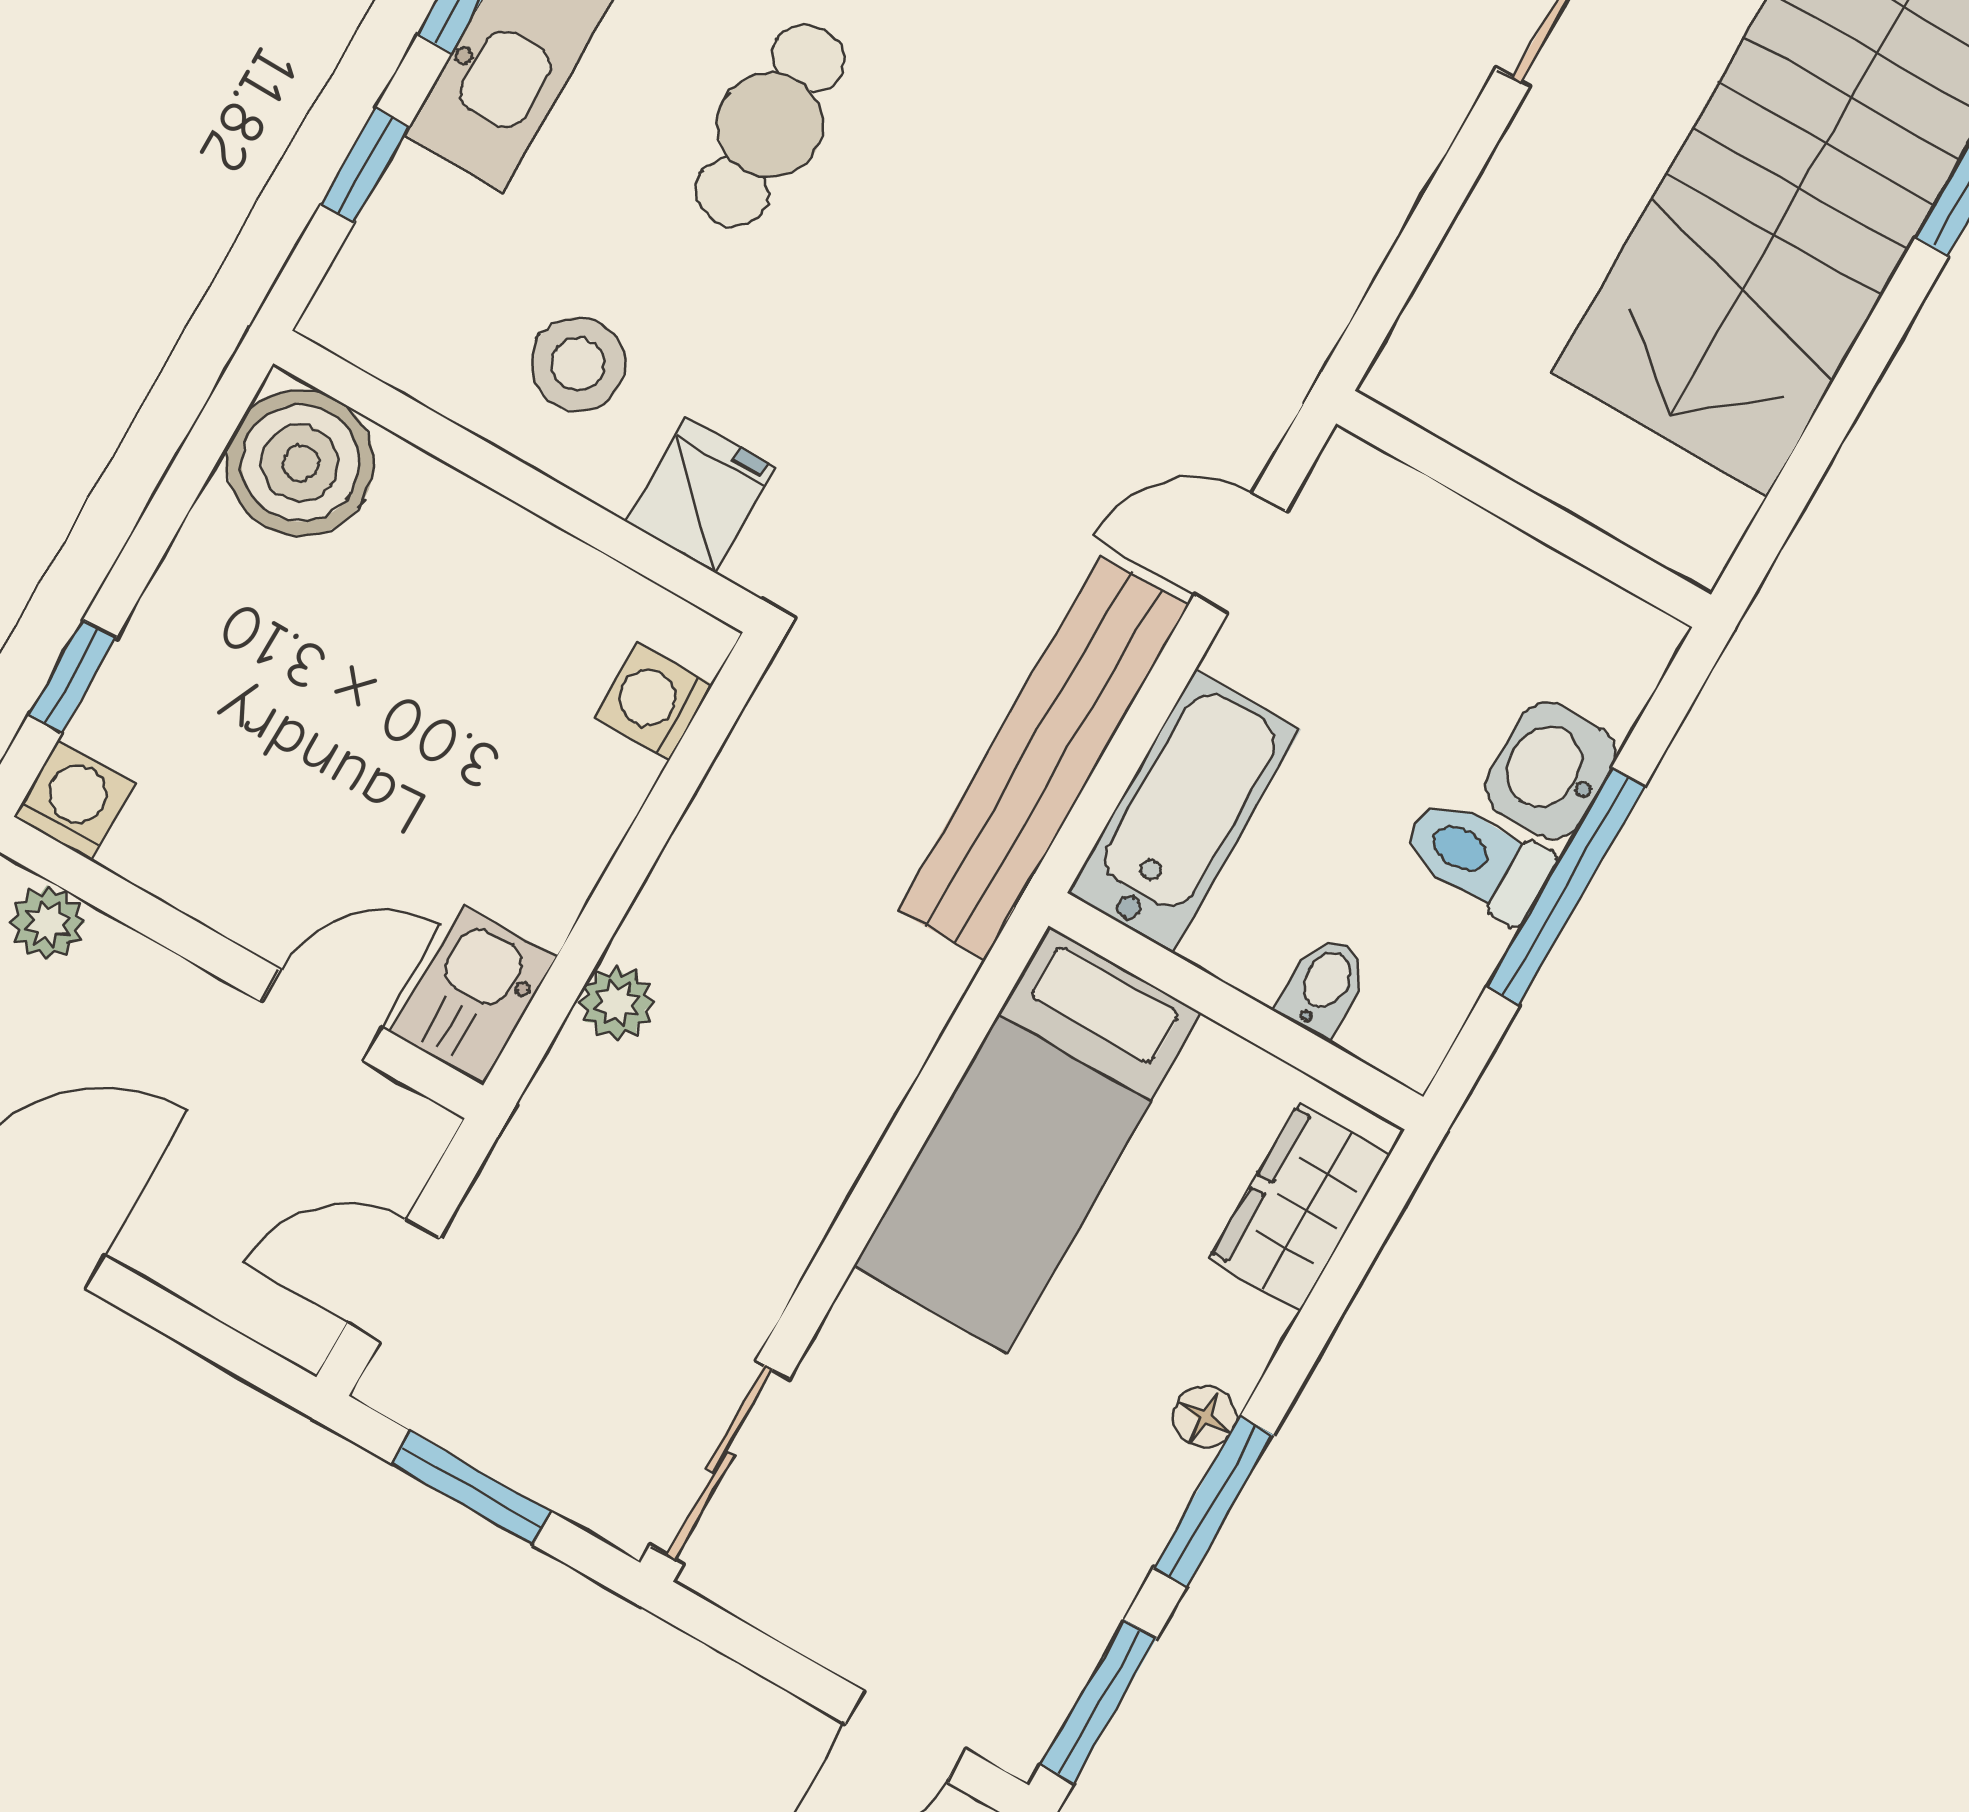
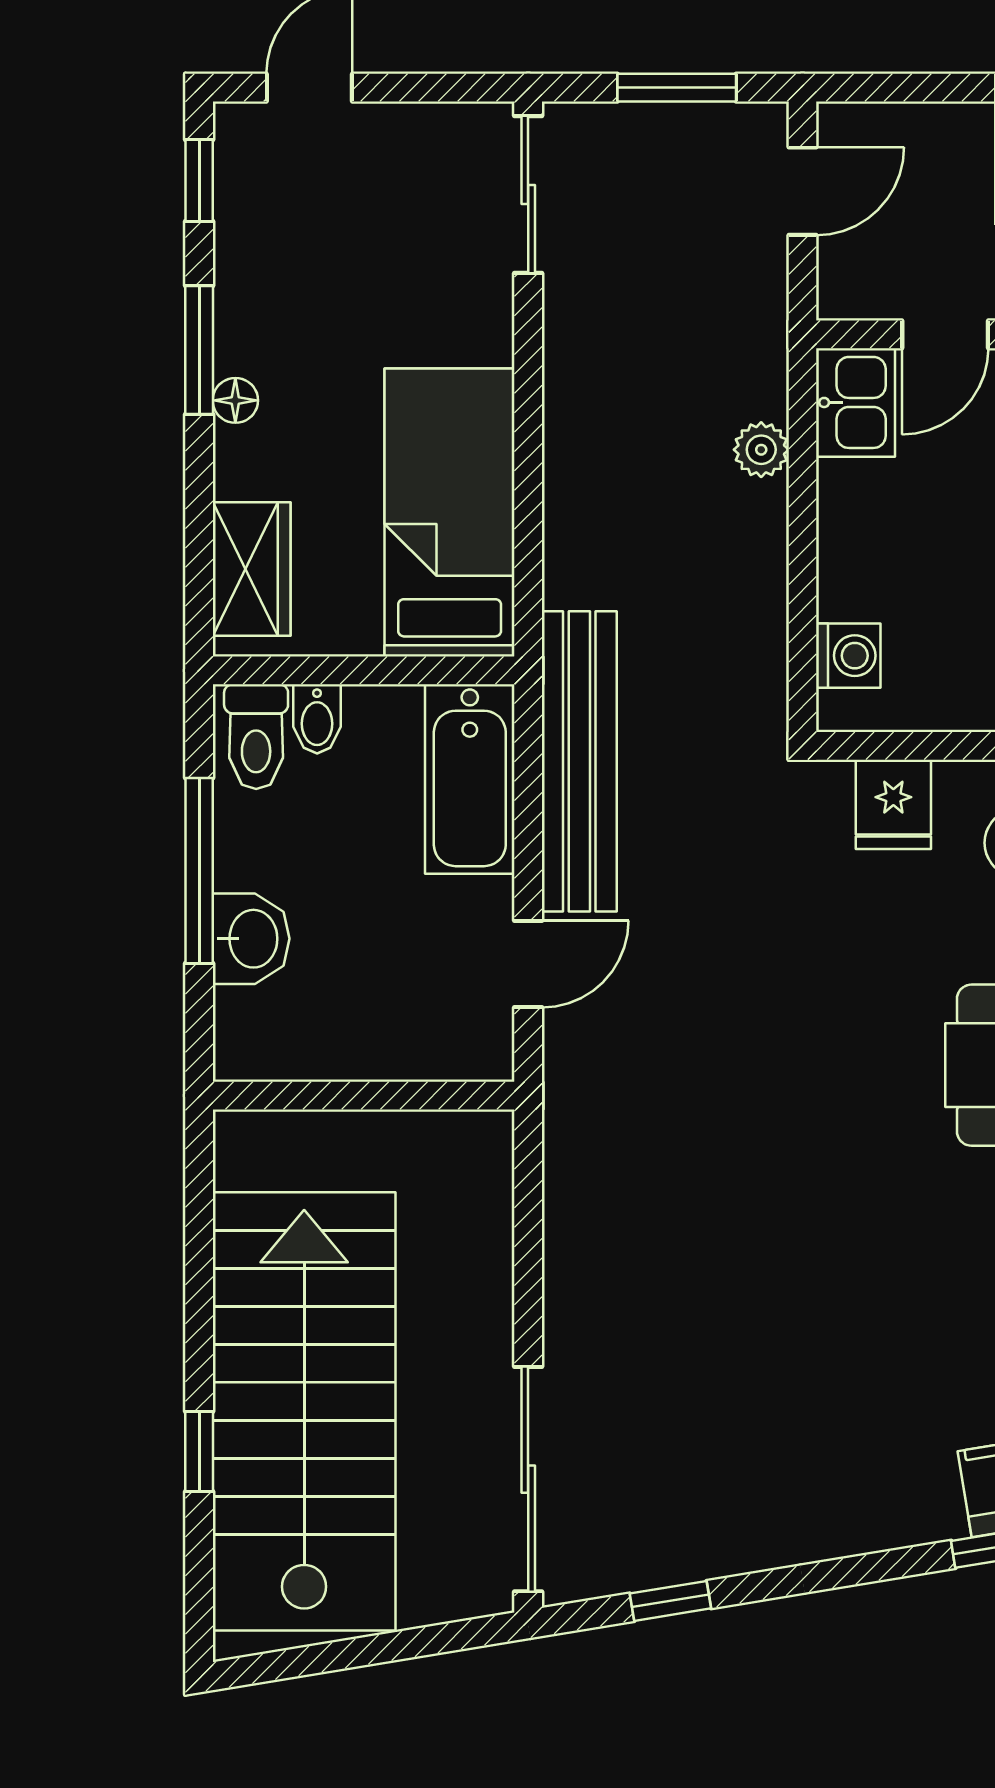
toilet: (1478, 858) -> (256, 737), moved, turned 90
window: (1099, 1701) -> (199, 181), width x0.67

